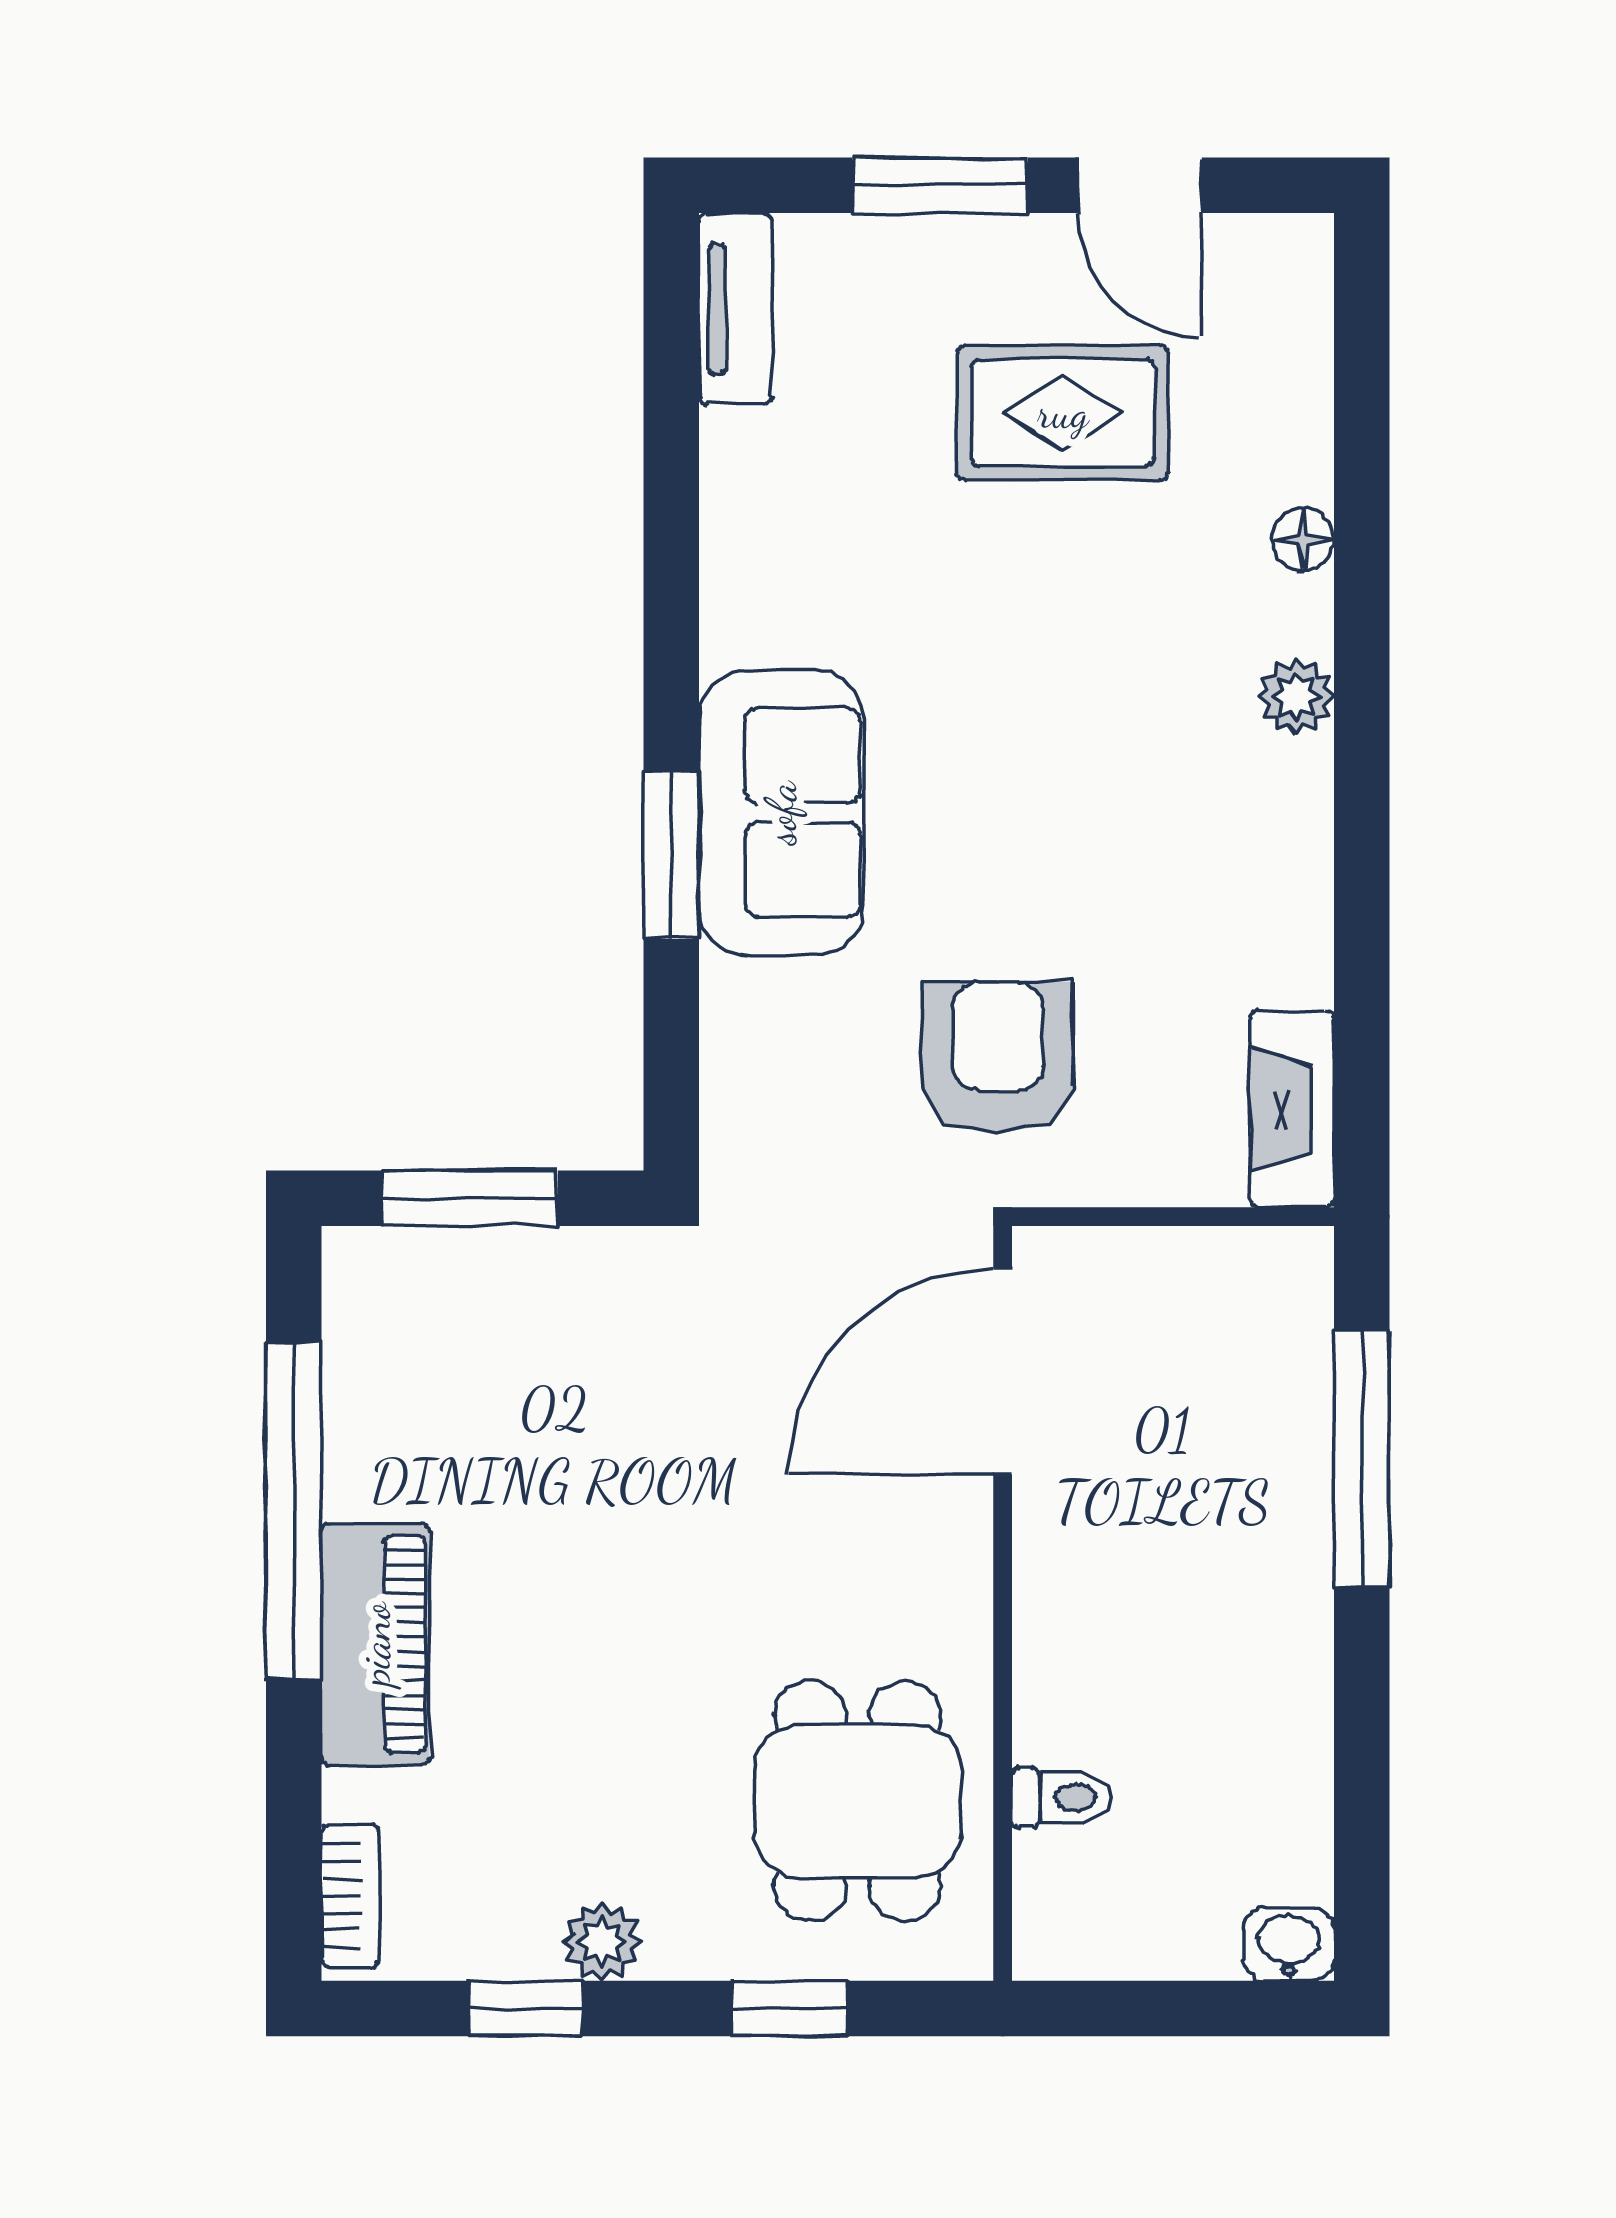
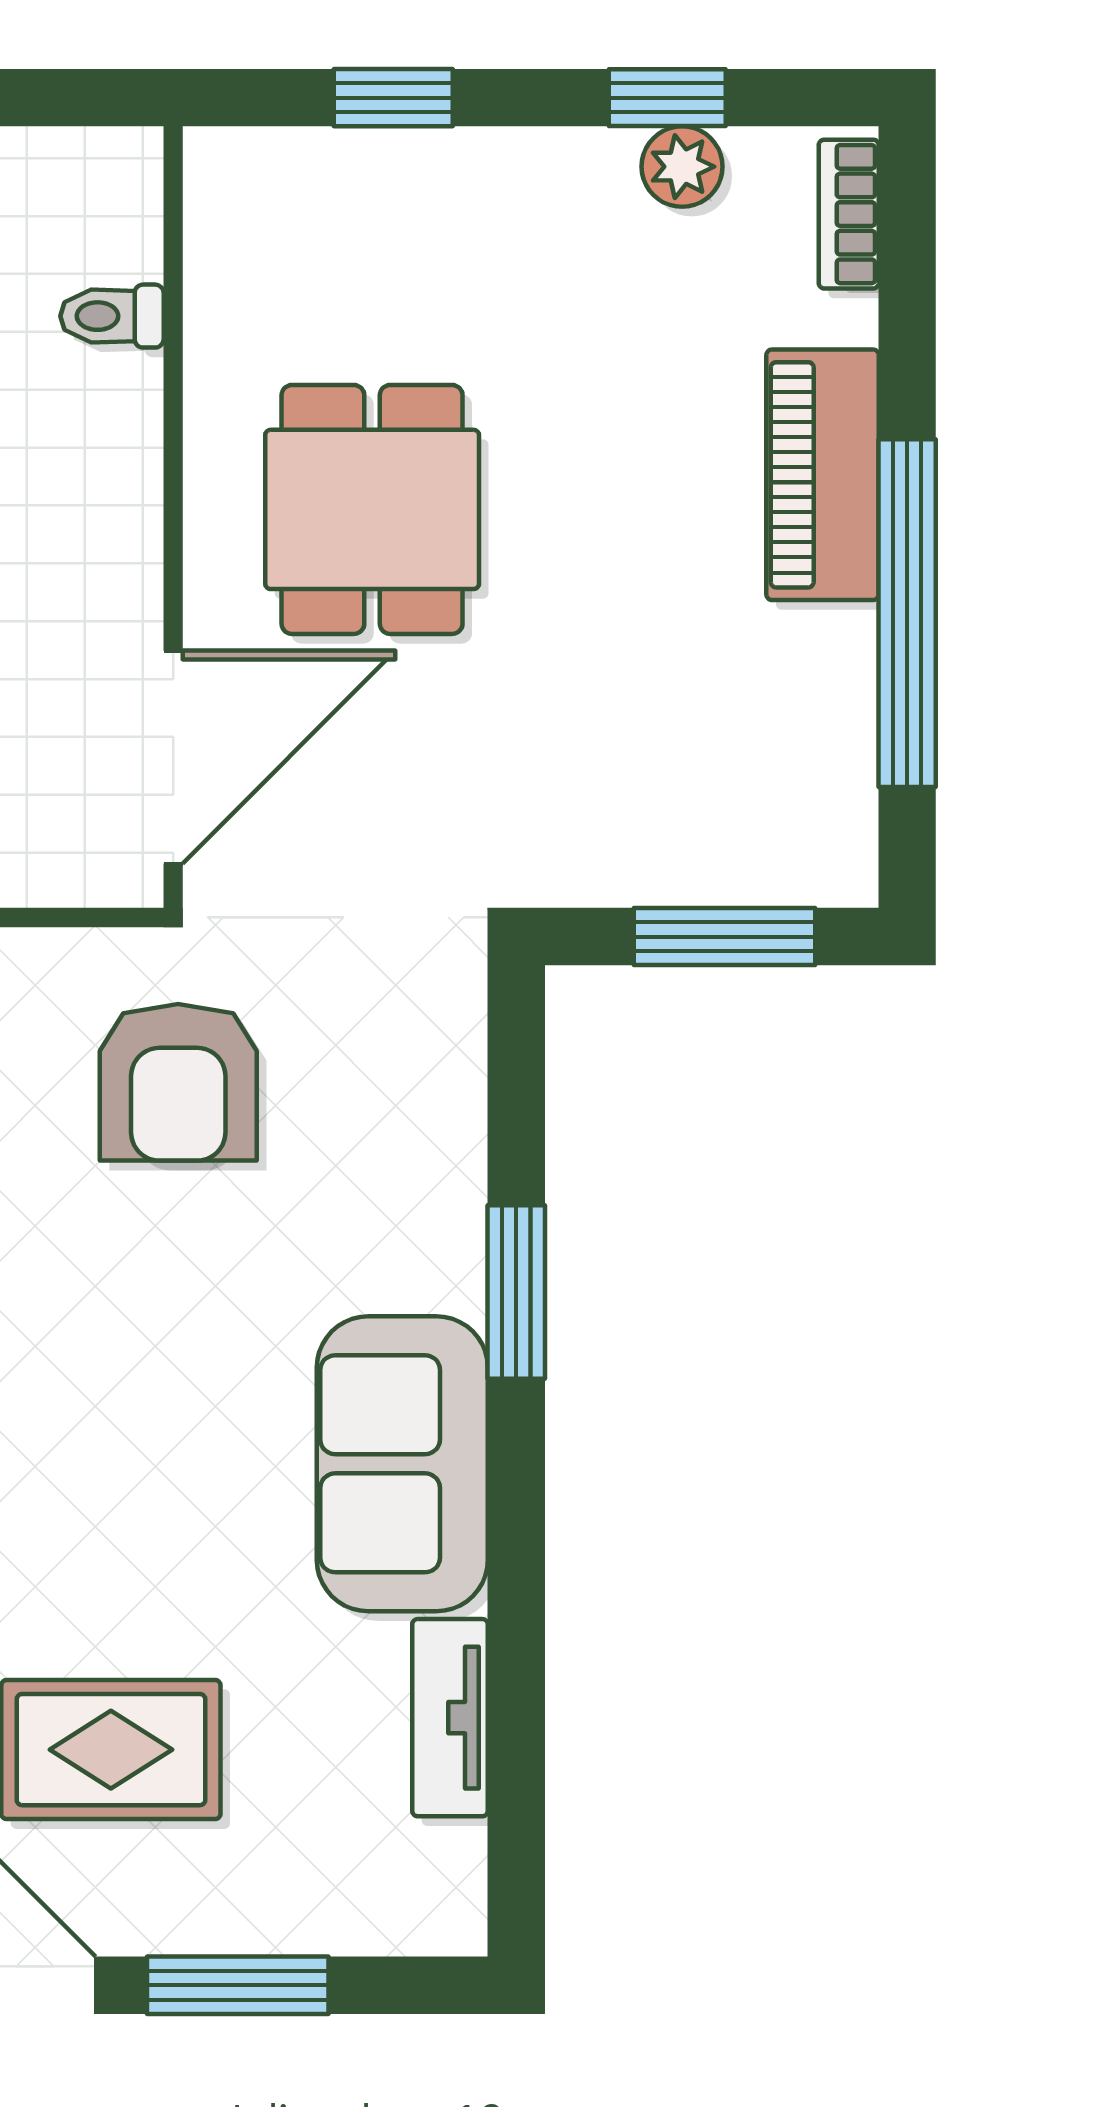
tv unit: (735, 309) -> (450, 1718), moved
sofa: (781, 813) -> (402, 1464), moved
dining table: (858, 1801) -> (372, 509), moved
plant: (602, 1942) -> (682, 167), moved

